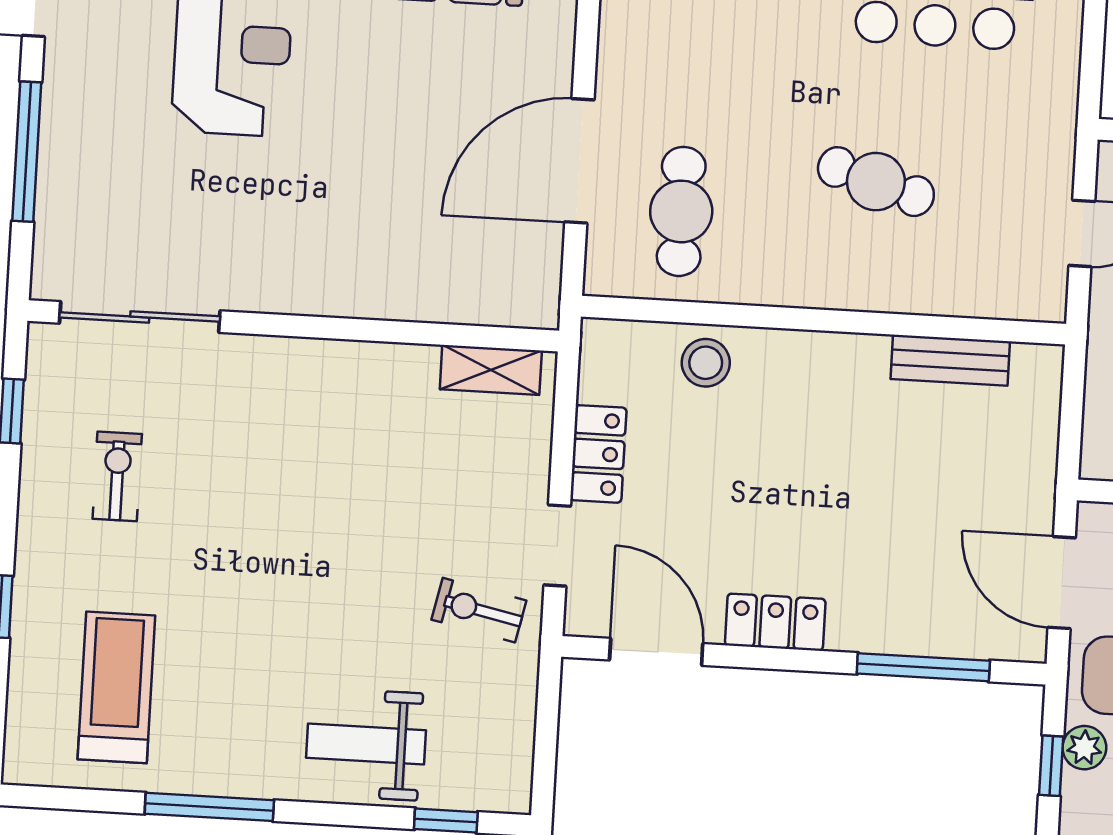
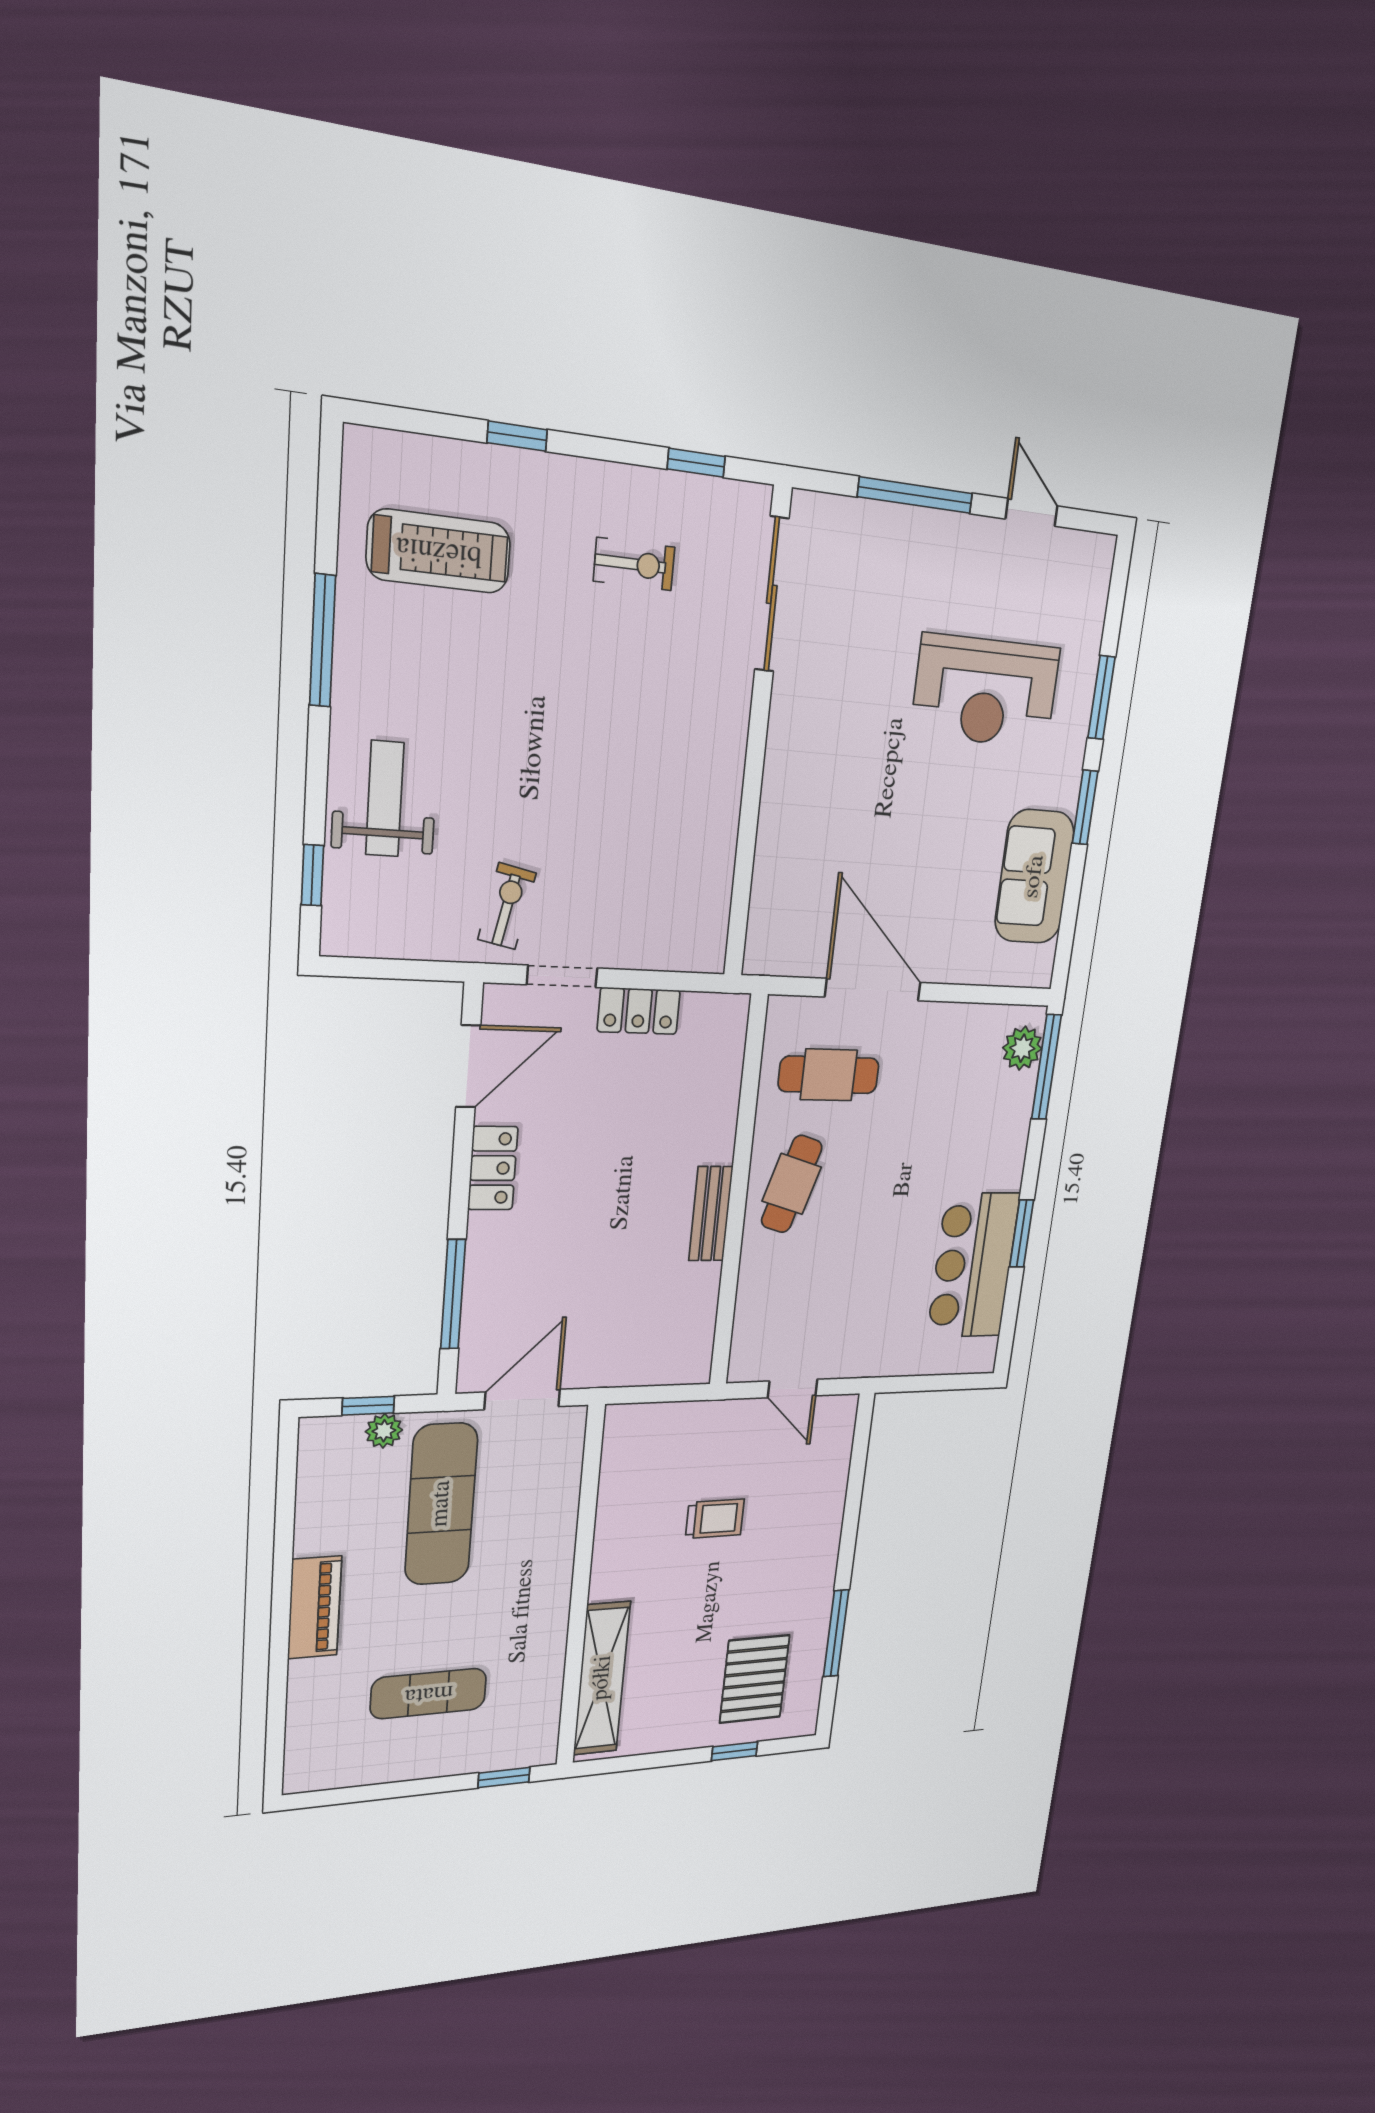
cafe table: (876, 182) -> (792, 1184), moved
bench: (950, 360) -> (711, 1214), moved
stool: (706, 363) -> (709, 1100), removed
shelving: (491, 370) -> (712, 916), removed

